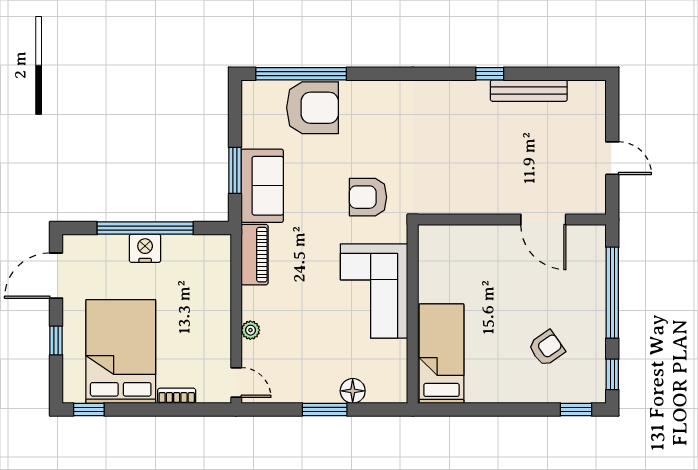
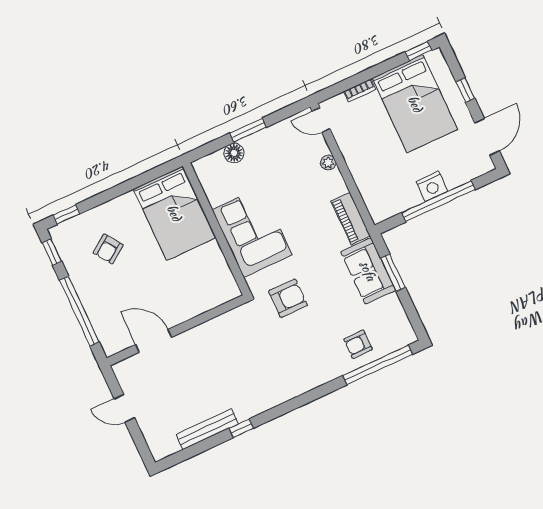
armchair: (312, 108) -> (358, 344), width x0.53, depth x0.53
bed: (442, 354) -> (174, 213), width x1.50

